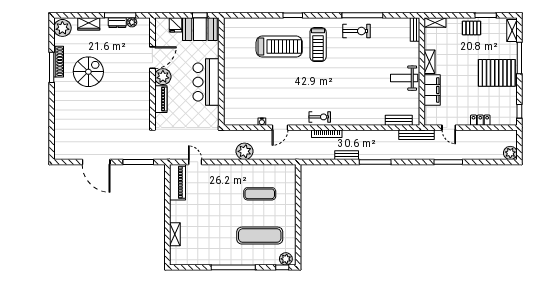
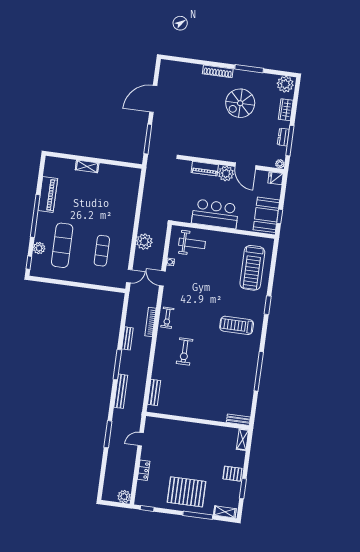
plant: (132, 22) -> (280, 164), moved
fridge: (176, 25) -> (276, 178), moved
pallet: (471, 28) -> (232, 474), turned 90
exercise bike: (357, 31) -> (185, 351), moved
treadmill: (279, 47) -> (252, 268), moved
shoe rack: (59, 62) -> (218, 71), moved
shelving: (429, 62) -> (206, 429), removed
spiral stairs: (88, 72) -> (240, 103), turned 90
pallet: (497, 73) -> (187, 492), turned 90
weight bench: (404, 78) -> (192, 243), moved, turned 90
filing cabinet: (432, 90) -> (179, 428), removed
bench: (416, 135) -> (121, 391), moved
plant: (510, 153) -> (124, 497), moved
door: (195, 162) -> (129, 276), moved
piano: (177, 182) -> (48, 194), moved, turned -90
shelving: (175, 234) -> (87, 166), moved
plant: (286, 259) -> (39, 248), moved

